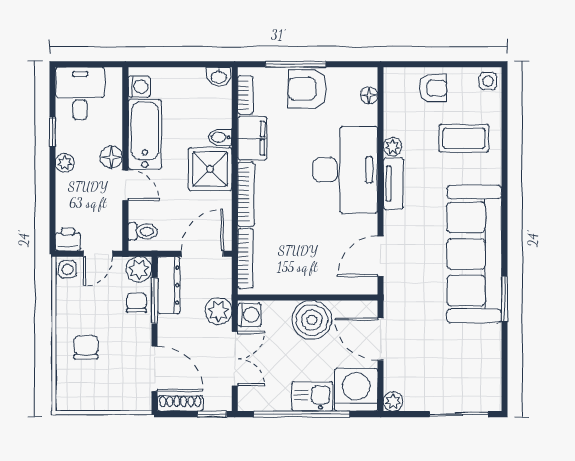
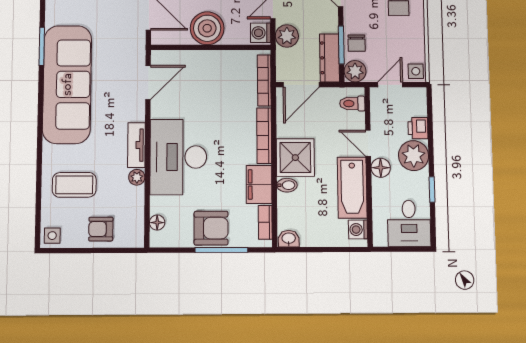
plant: (65, 163) -> (413, 156), width x1.88, depth x1.88
printer: (68, 239) -> (418, 128), moved, turned 90

